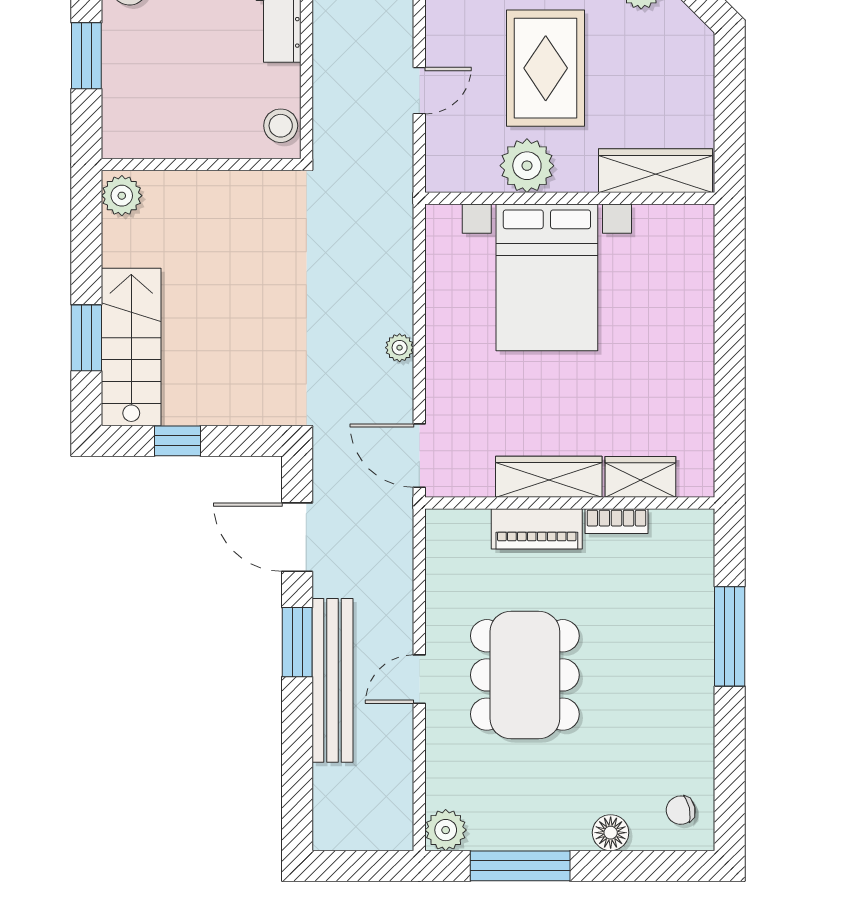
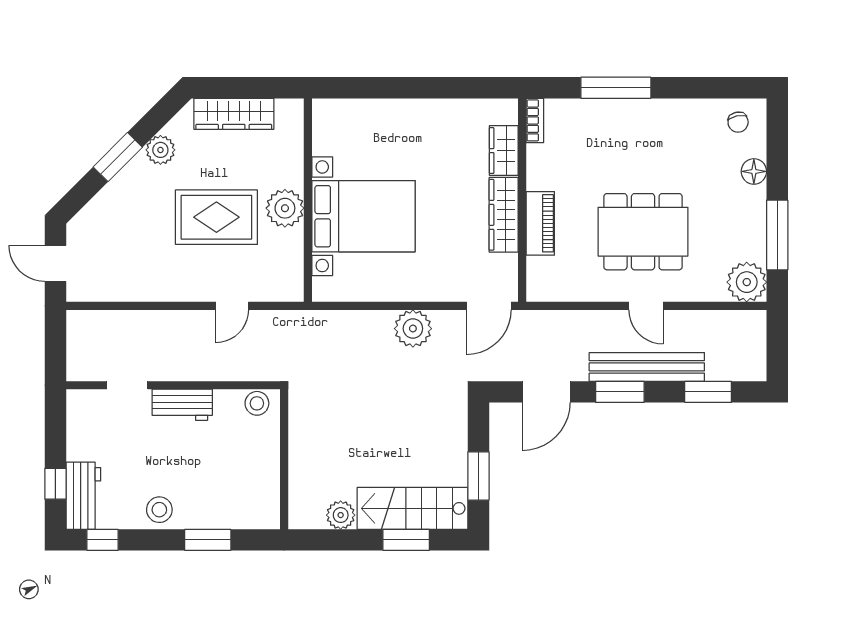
door: (419, 91) -> (232, 306), swing flipped
plant: (527, 166) -> (285, 208), moved
wardrobe: (655, 171) -> (234, 114), moved, turned -90
plant: (122, 196) -> (341, 515), moved
plant: (400, 348) -> (413, 329), width x1.87, depth x1.87
window: (177, 441) -> (478, 476), width x1.50
bookcase: (616, 521) -> (535, 120), moved
window: (297, 768) -> (708, 392), added
plant: (446, 830) -> (747, 282), width x1.36, depth x1.36

